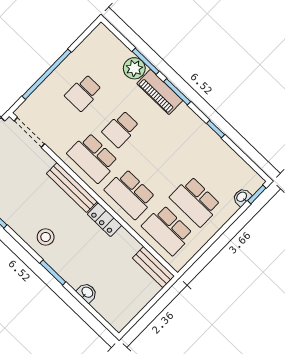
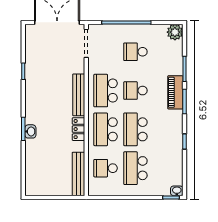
plant: (134, 68) -> (175, 32), moved
school desk: (158, 165) -> (135, 129), added
washbasin: (242, 197) -> (177, 191), moved
school desk: (168, 230) -> (106, 168), width x0.54
stool: (46, 237) -> (39, 106), removed
bench: (153, 267) -> (78, 174), width x1.36
washbasin: (87, 292) -> (30, 131), moved

